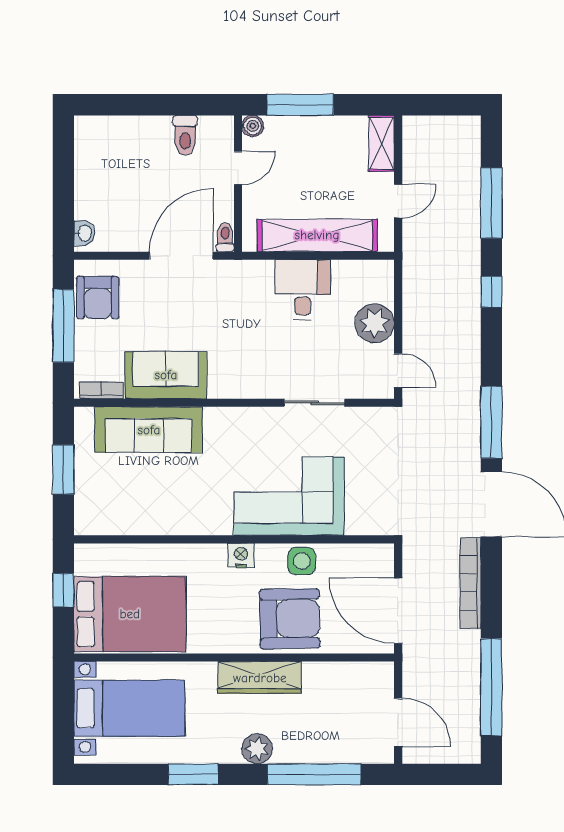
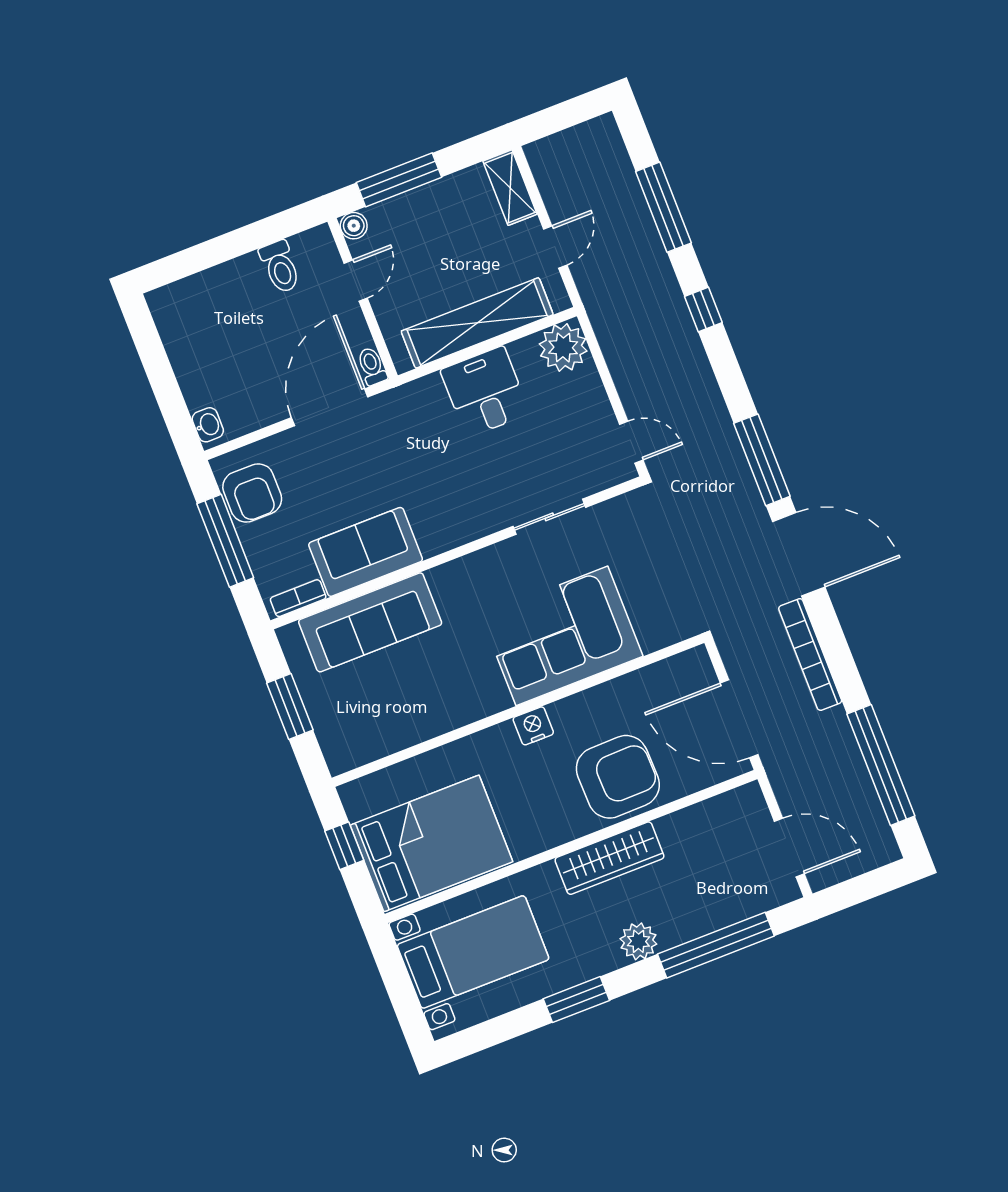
plant: (375, 323) -> (563, 347), moved
side table: (302, 561) -> (606, 705), removed

